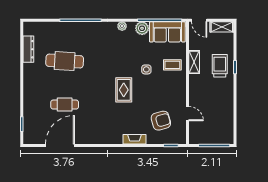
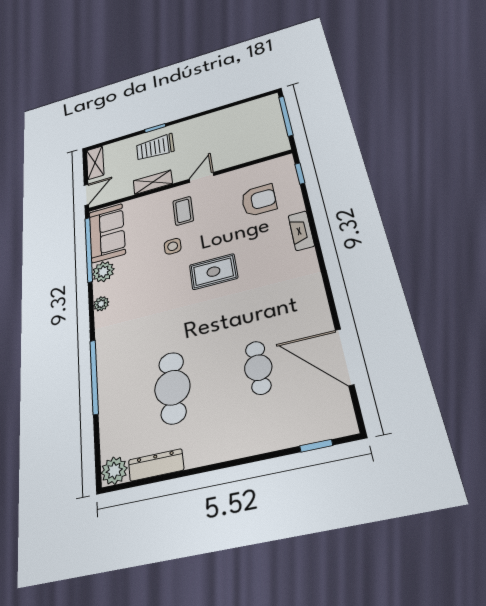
plant: (30, 28) -> (114, 471), added
coffee table: (172, 65) -> (183, 211), moved
door: (188, 114) -> (201, 177), moved
armchair: (161, 121) -> (259, 200), turned 105

